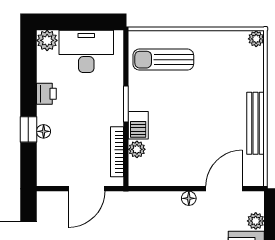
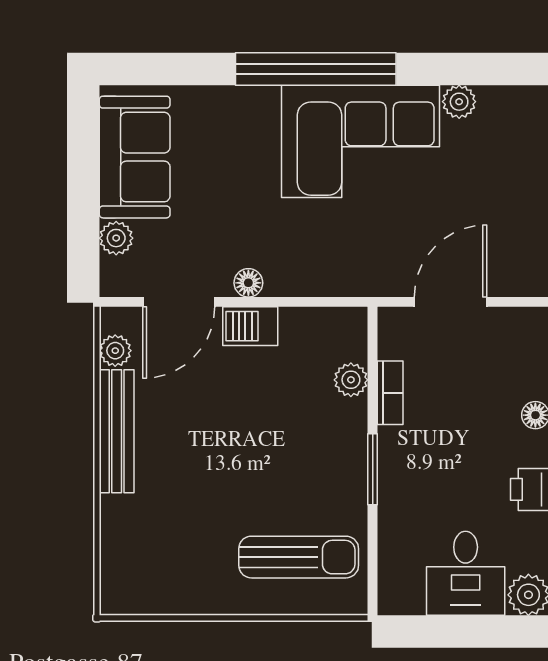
plant: (256, 39) -> (115, 351), moved
desk: (86, 51) -> (466, 573), width x0.73
barbecue: (138, 125) -> (250, 326), moved, turned -90
bookcase: (117, 152) -> (390, 393), width x0.64

